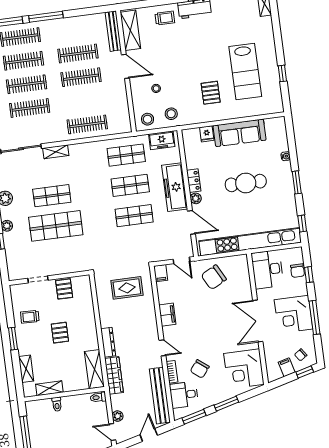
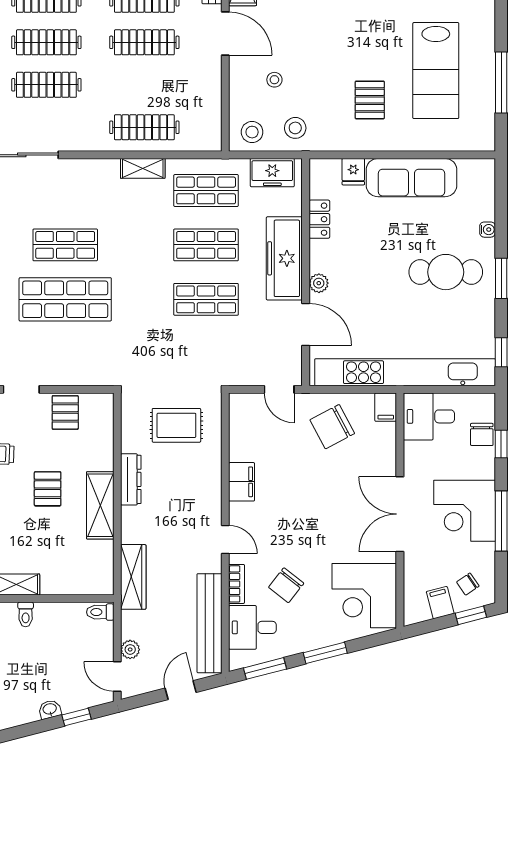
window: (282, 73) -> (501, 83), width x2.17
shelving: (56, 152) -> (143, 168), moved
locker: (194, 181) -> (319, 219), moved
cafe table: (246, 183) -> (446, 272), moved
desk: (267, 269) -> (429, 416), width x0.73
filing cabinet: (161, 273) -> (386, 407), moved
dresser: (108, 342) -> (131, 479), moved
shelving: (94, 369) -> (100, 505), moved

